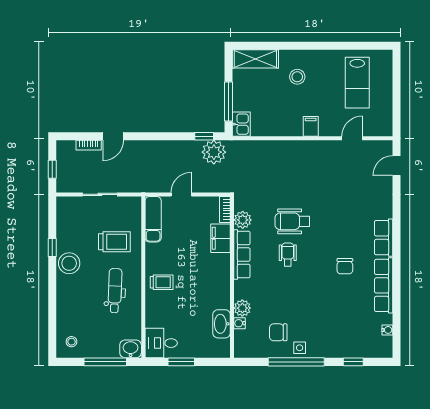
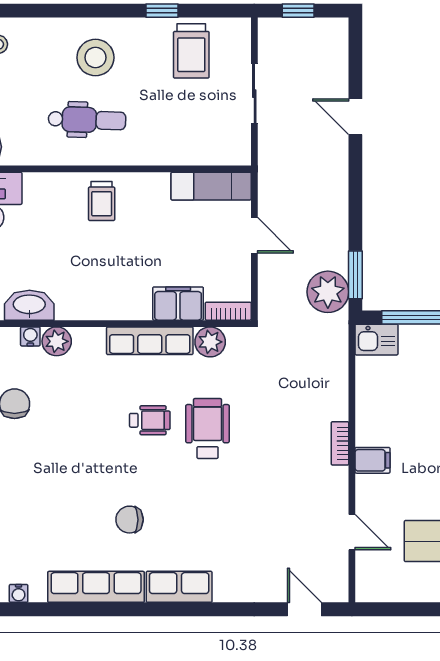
window: (204, 136) -> (355, 275), width x1.50
bookcase: (89, 145) -> (340, 443), moved
trolley: (114, 242) -> (191, 51), moved
stool: (69, 263) -> (95, 58), moved

